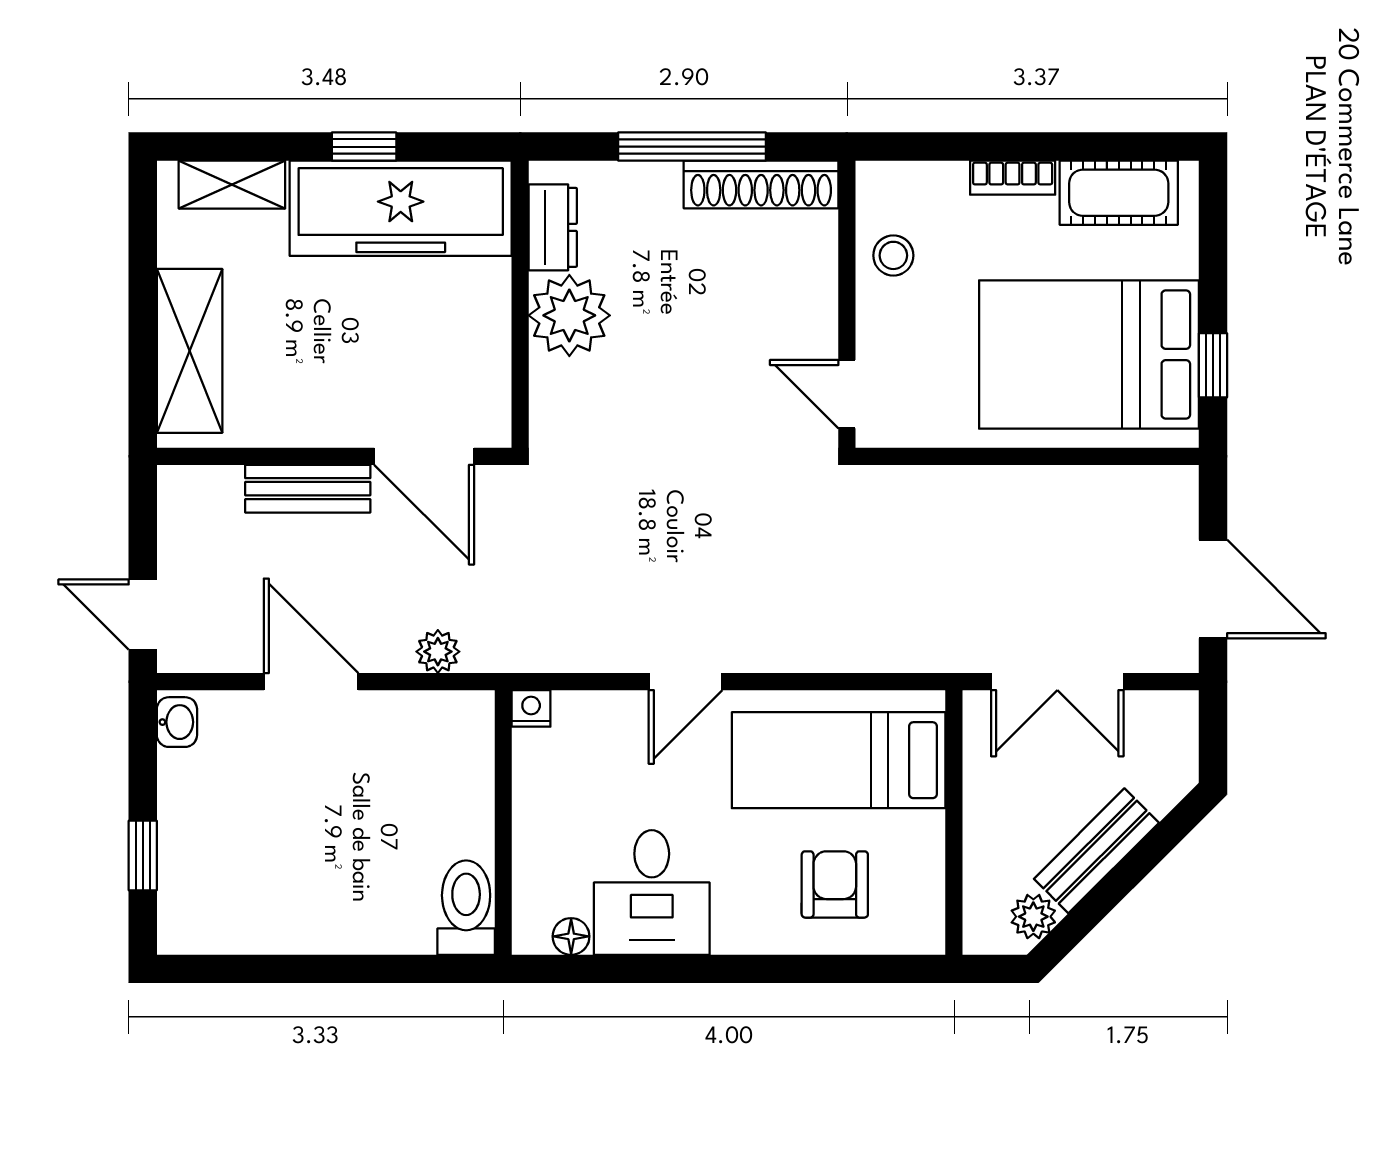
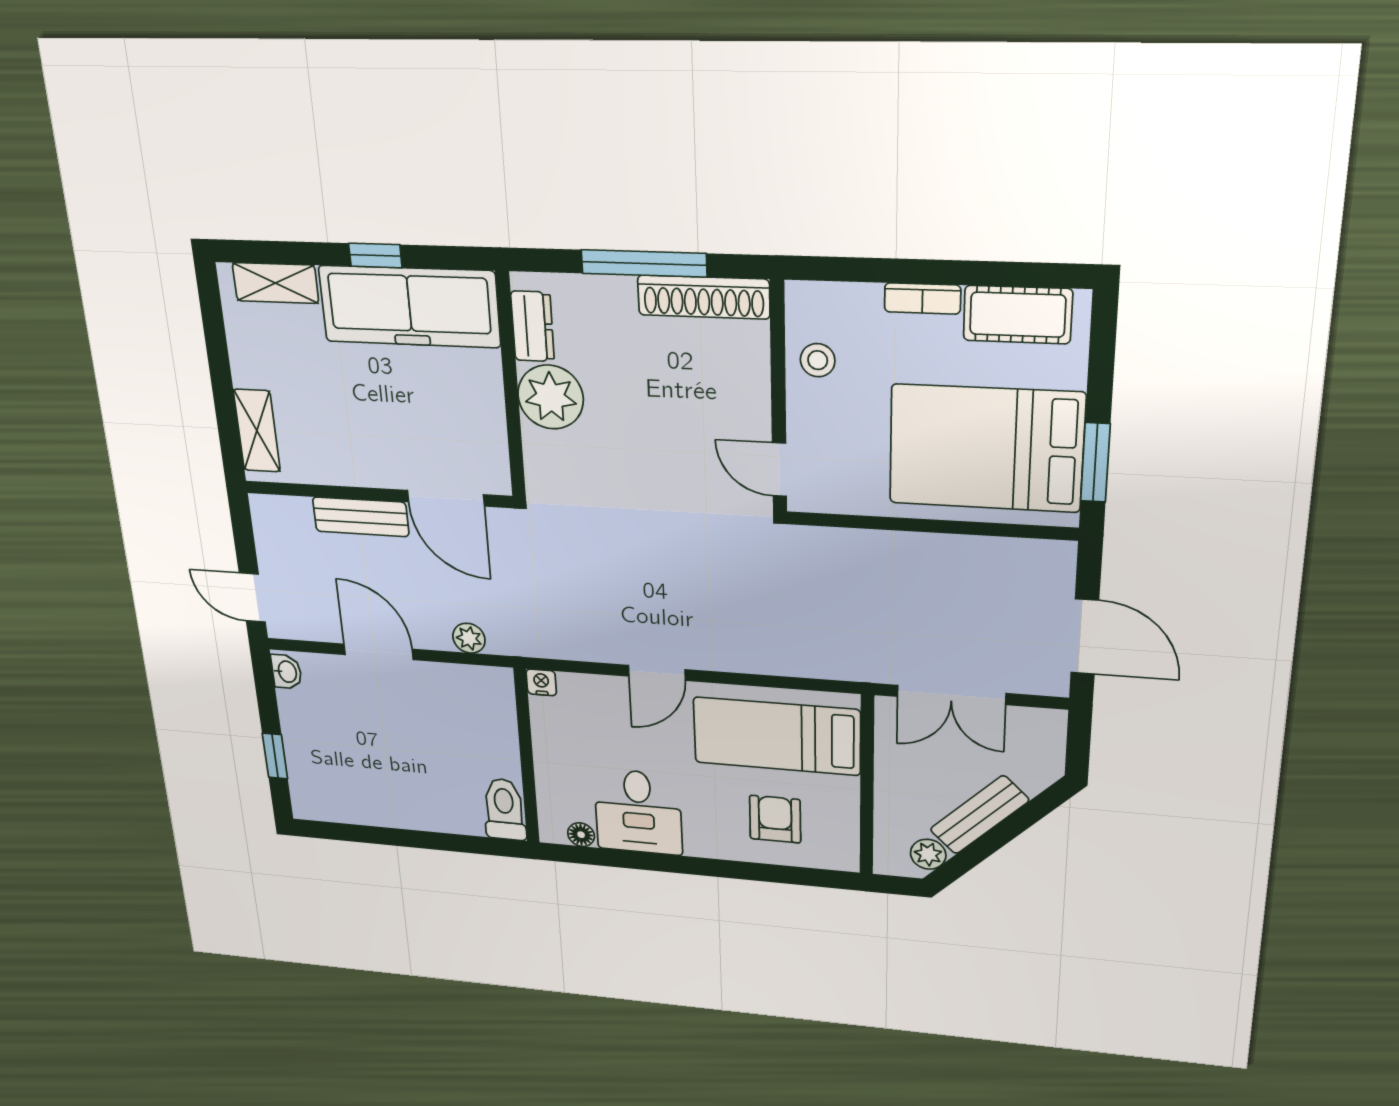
shelving: (190, 351) -> (257, 431), width x0.67, depth x0.75
window: (1213, 365) -> (1095, 462), width x1.50

